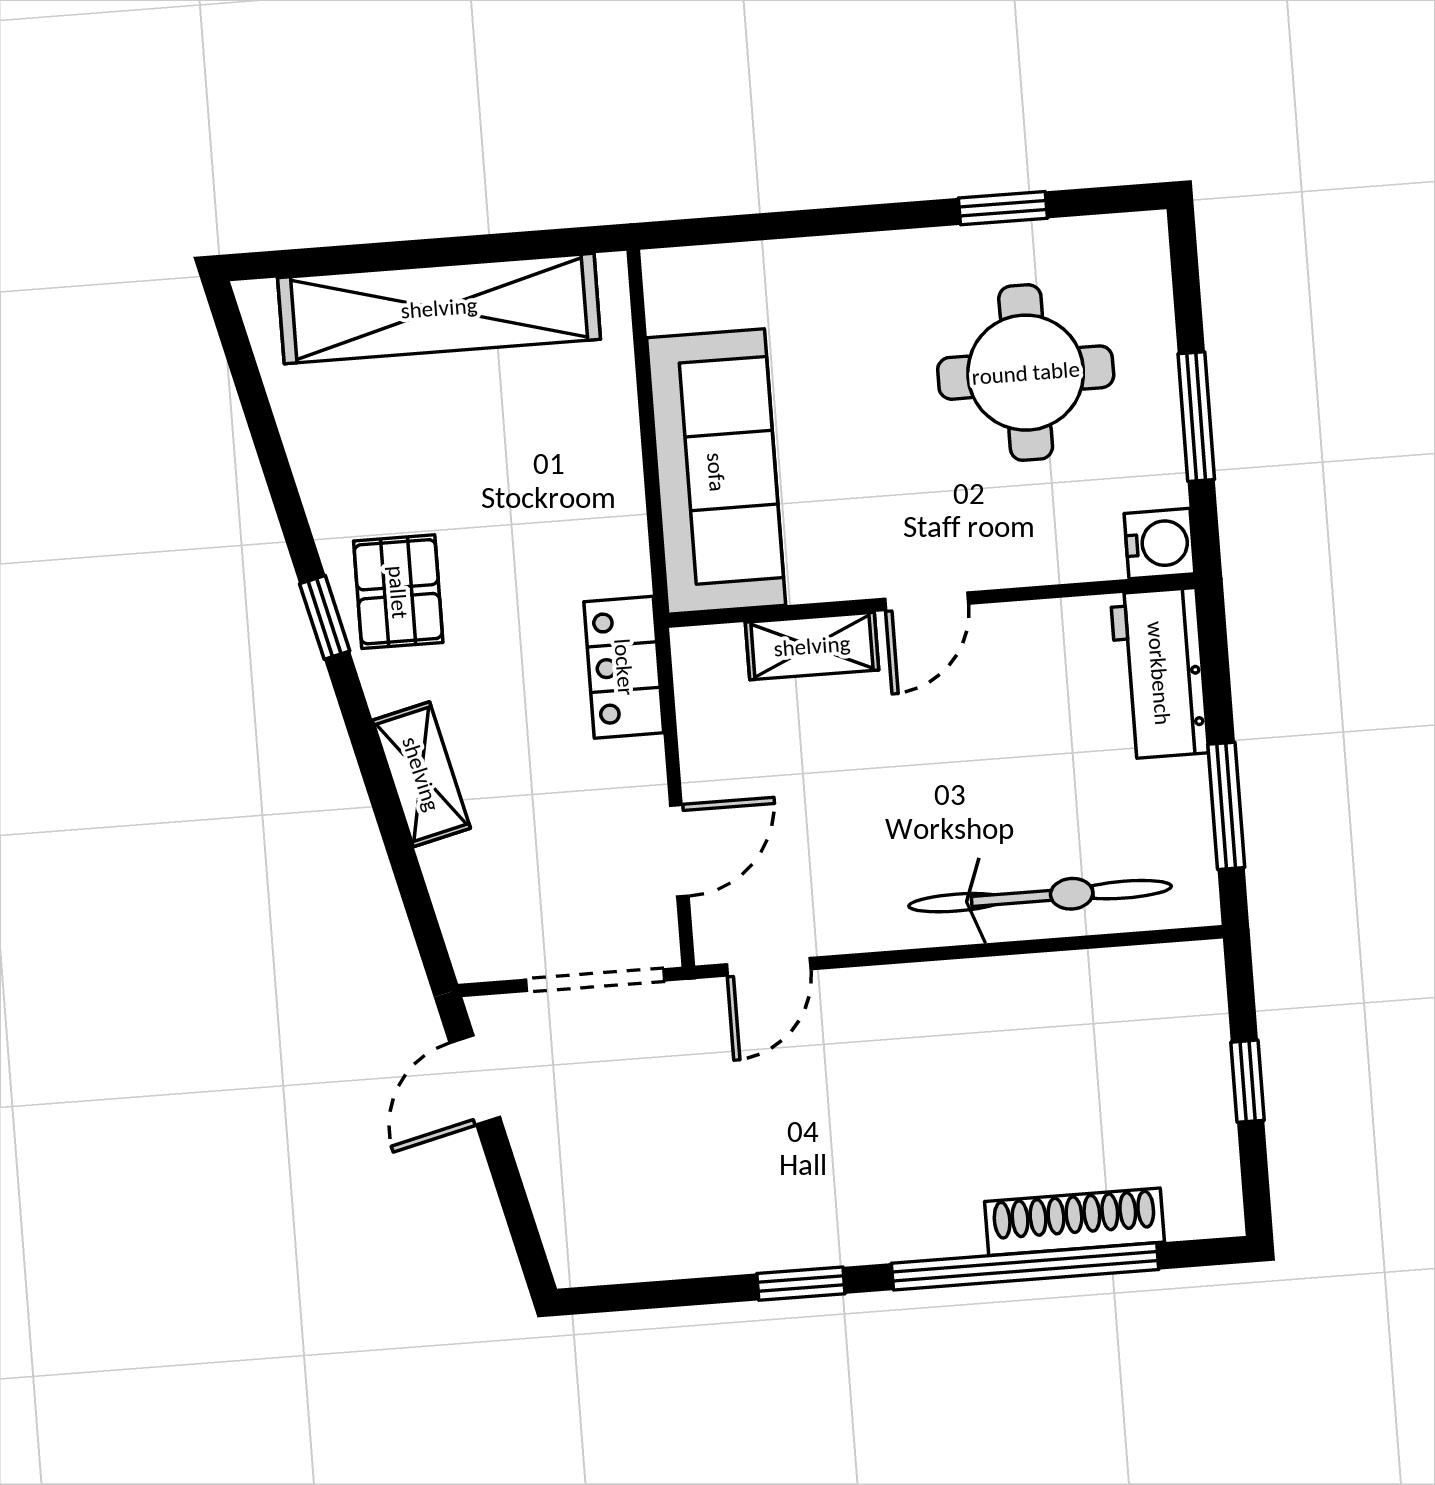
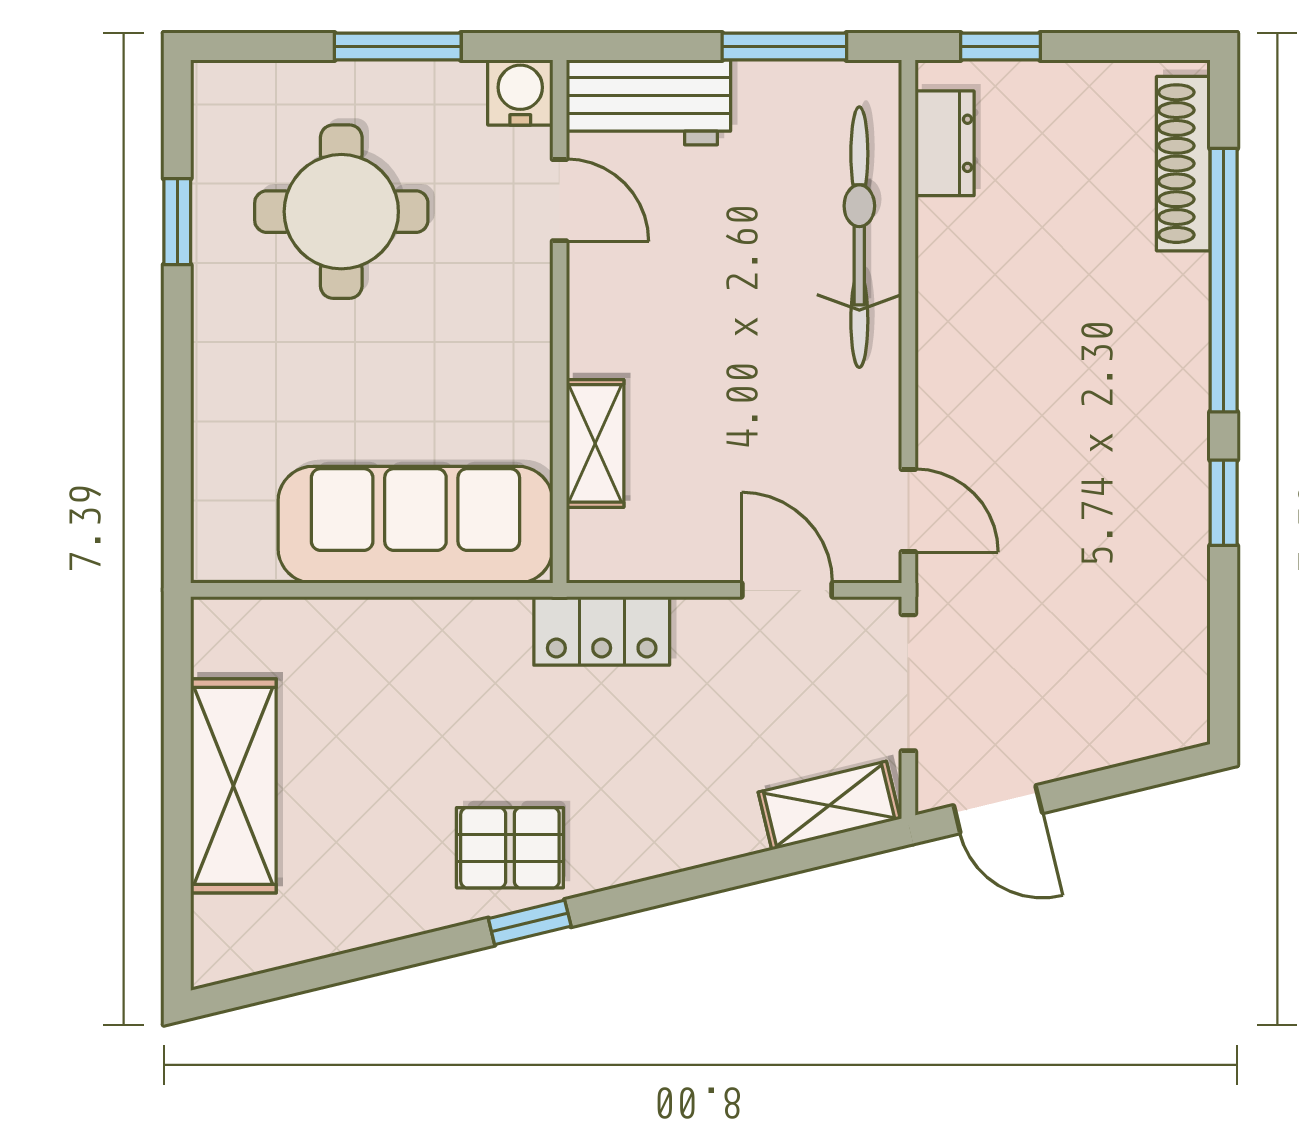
shelving: (439, 308) -> (233, 786), width x0.68
door: (927, 601) -> (560, 200), moved
shelving: (421, 774) -> (829, 806), moved
dresser: (1141, 975) -> (945, 143), added
window: (1247, 1081) -> (1000, 46), moved
shoe rack: (1074, 1222) -> (1183, 164), moved

